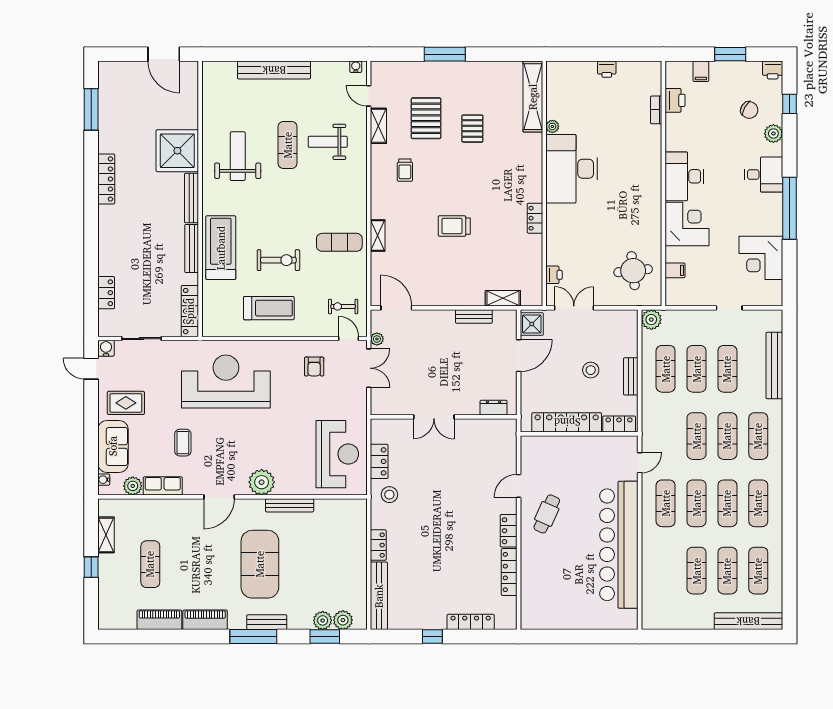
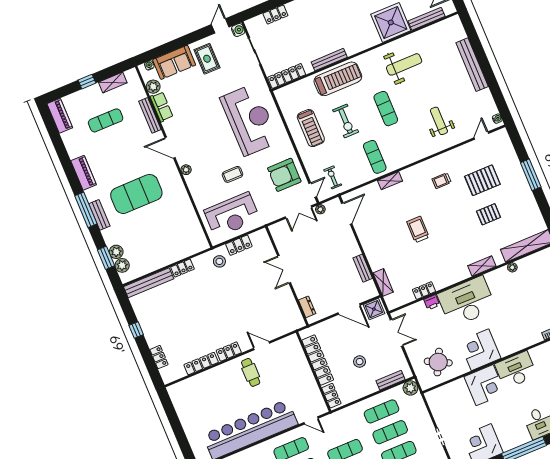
shelving: (378, 126) -> (482, 266), moved
exercise mat: (288, 145) -> (386, 109), moved, turned 90
desk: (572, 169) -> (467, 302), moved
bench: (192, 198) -> (426, 19), moved
corner desk: (640, 211) -> (480, 350), added
locker: (535, 218) -> (424, 291), moved
filing cabinet: (675, 270) -> (450, 390), removed
round table: (633, 271) -> (438, 362), turned 33
printer: (554, 275) -> (432, 302), moved
armchair: (314, 366) -> (284, 175), width x1.88, depth x1.88
bench: (631, 376) -> (391, 380), moved
coffee table: (183, 443) -> (233, 174), moved
plant: (262, 482) -> (186, 170), width x0.53, depth x0.53
bench: (290, 505) -> (150, 115), moved
cafe table: (547, 514) -> (251, 372), turned 66
piano: (159, 620) -> (60, 116), moved
locker: (471, 622) -> (159, 357), width x0.66

